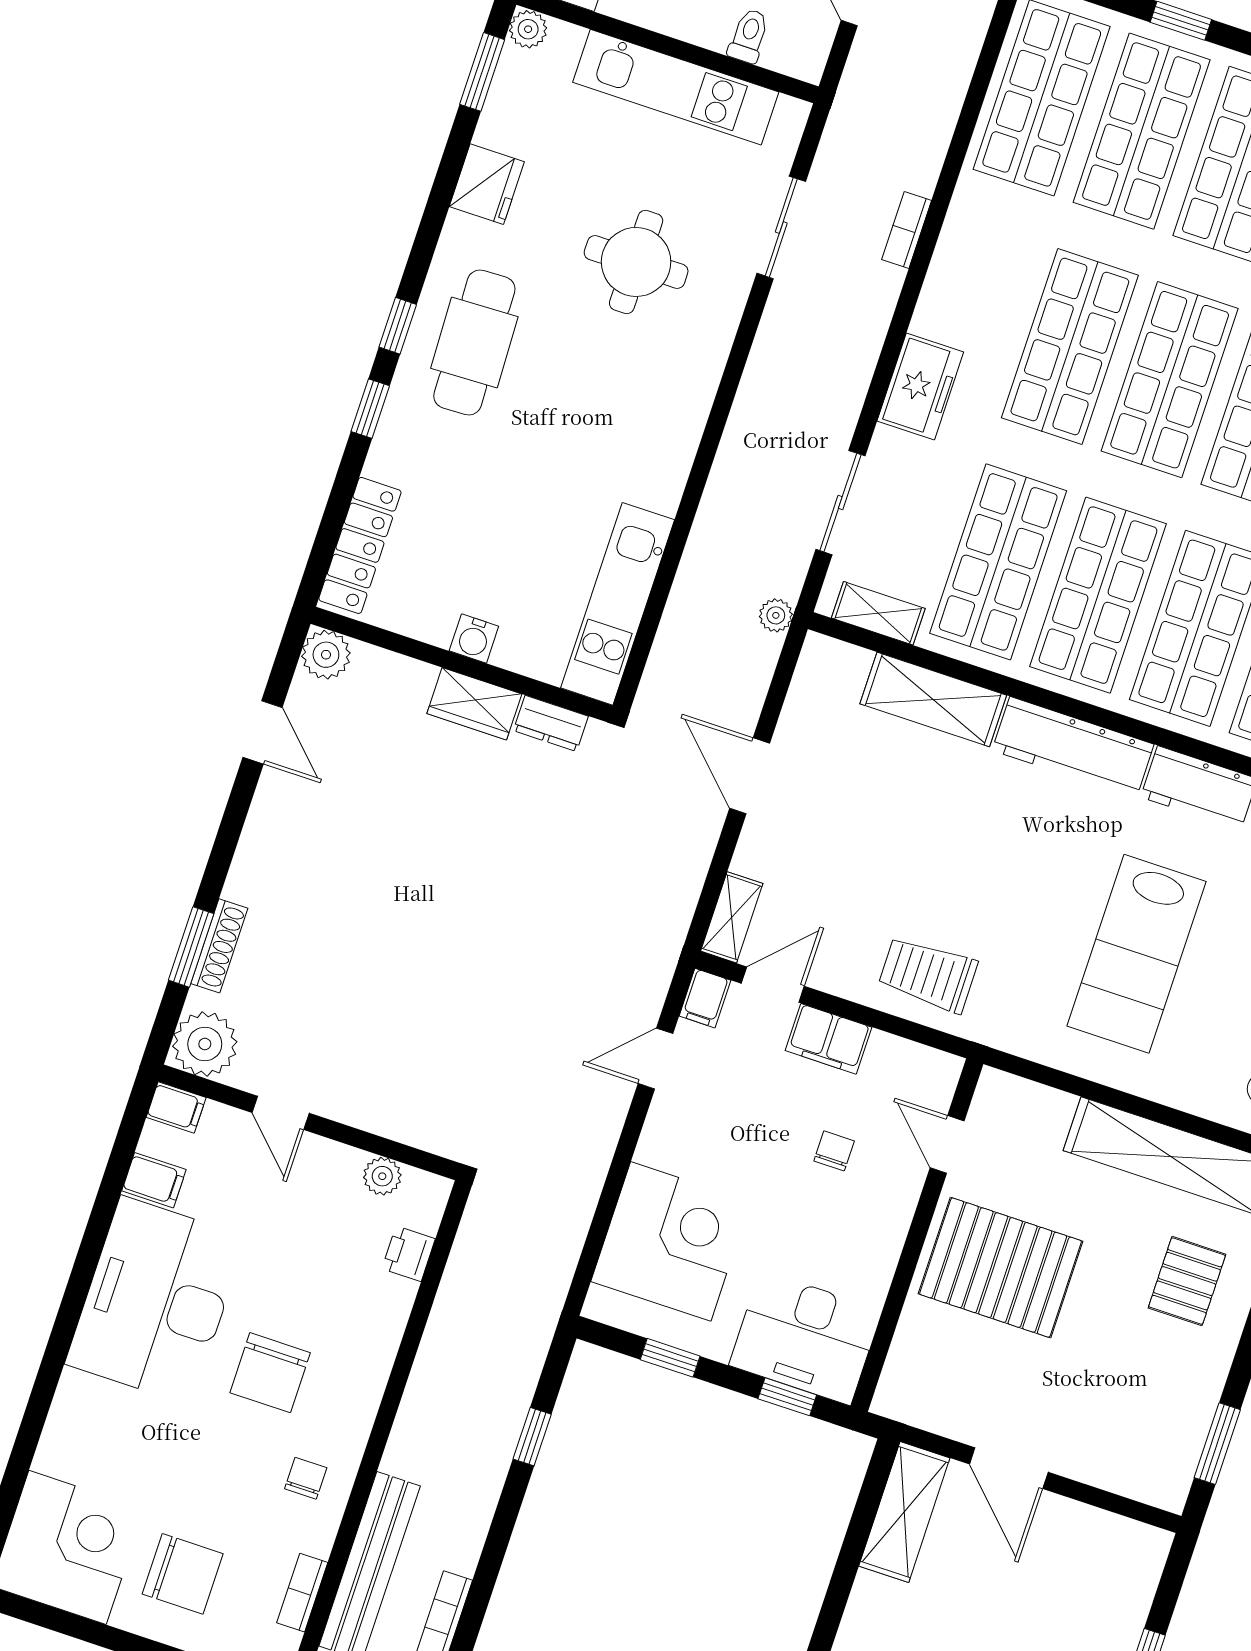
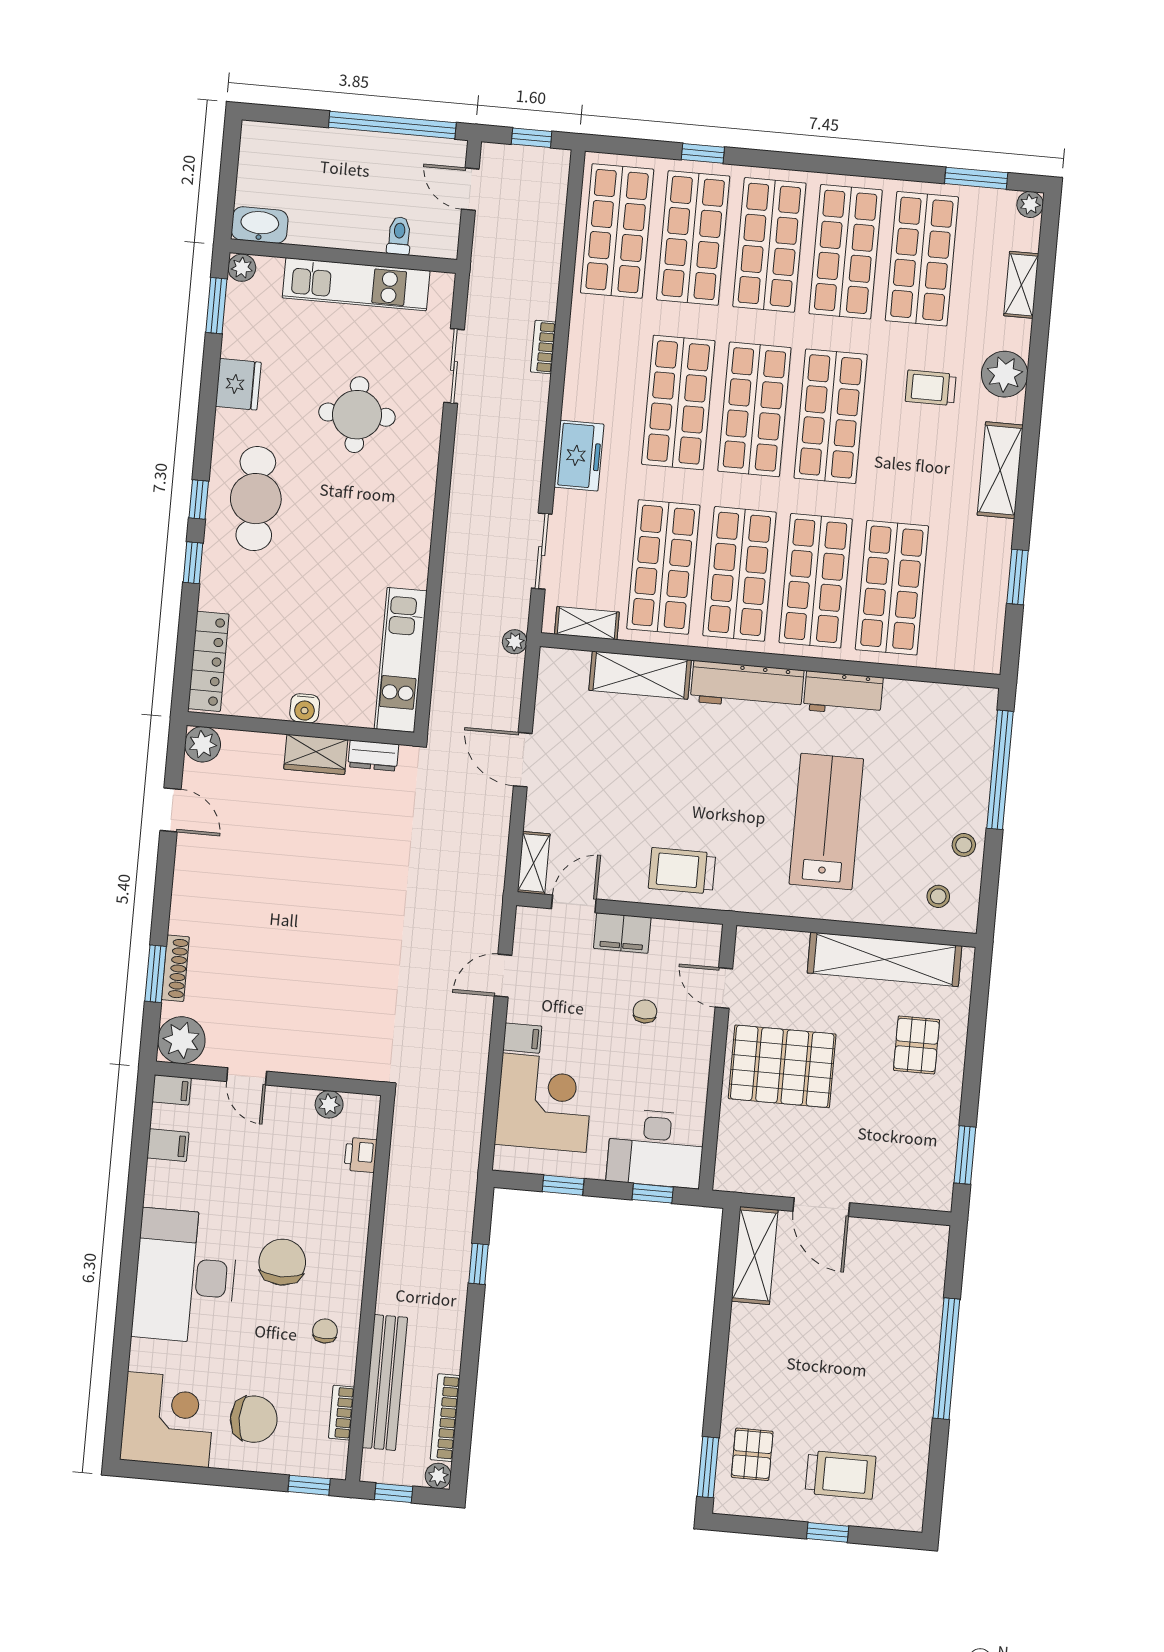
lab bench: (1137, 954) -> (826, 821), turned 180
filing cabinet: (705, 998) -> (522, 1038), moved, turned -90
desk: (156, 1300) -> (185, 1276), moved
chair: (270, 1373) -> (282, 1262), turned 180

